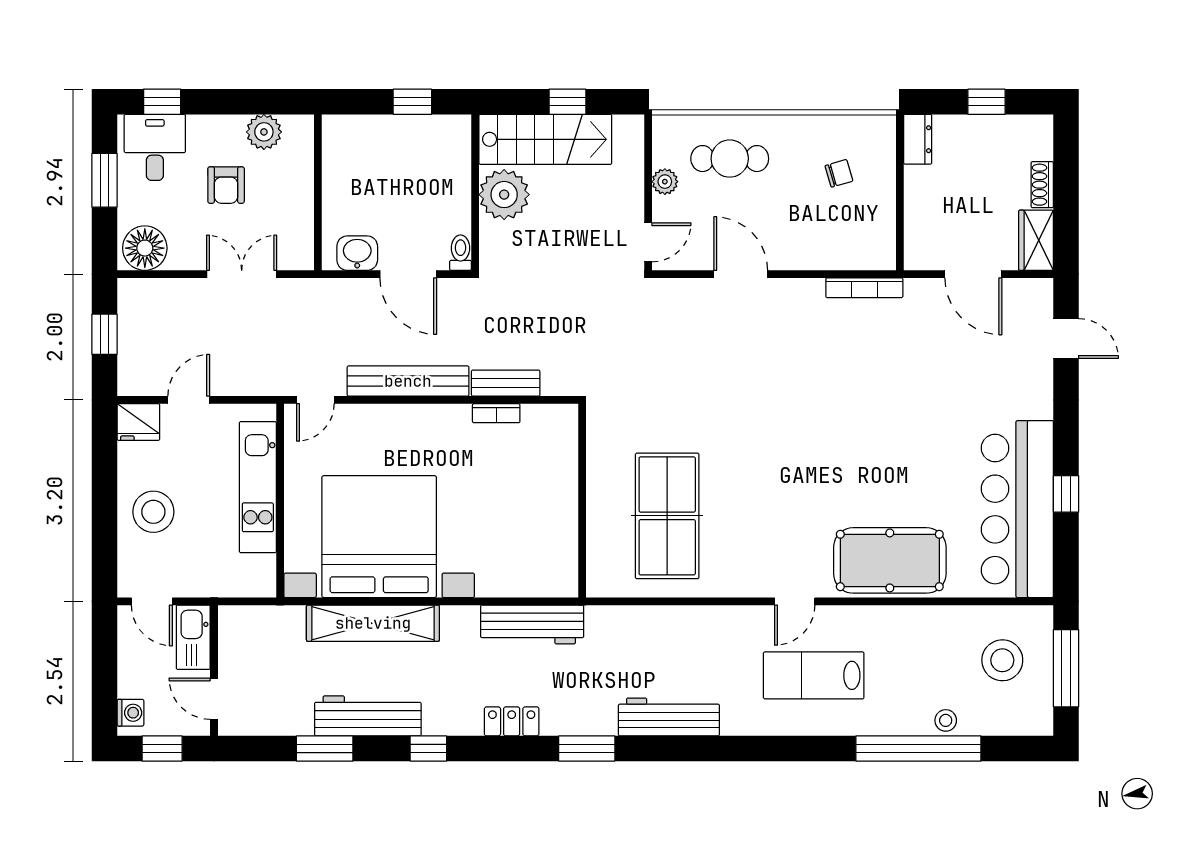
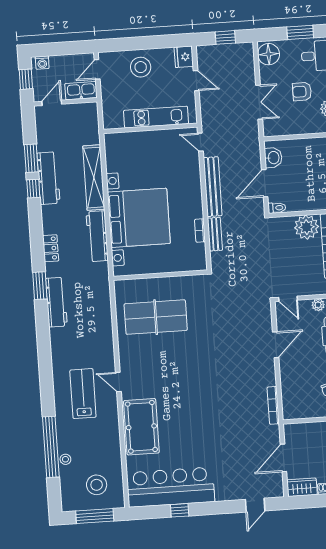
bed with nightstands: (379, 537) -> (139, 218), moved
workbench: (532, 624) -> (97, 236), moved
workbench: (669, 717) -> (56, 302), moved
window: (428, 749) -> (33, 189), moved

